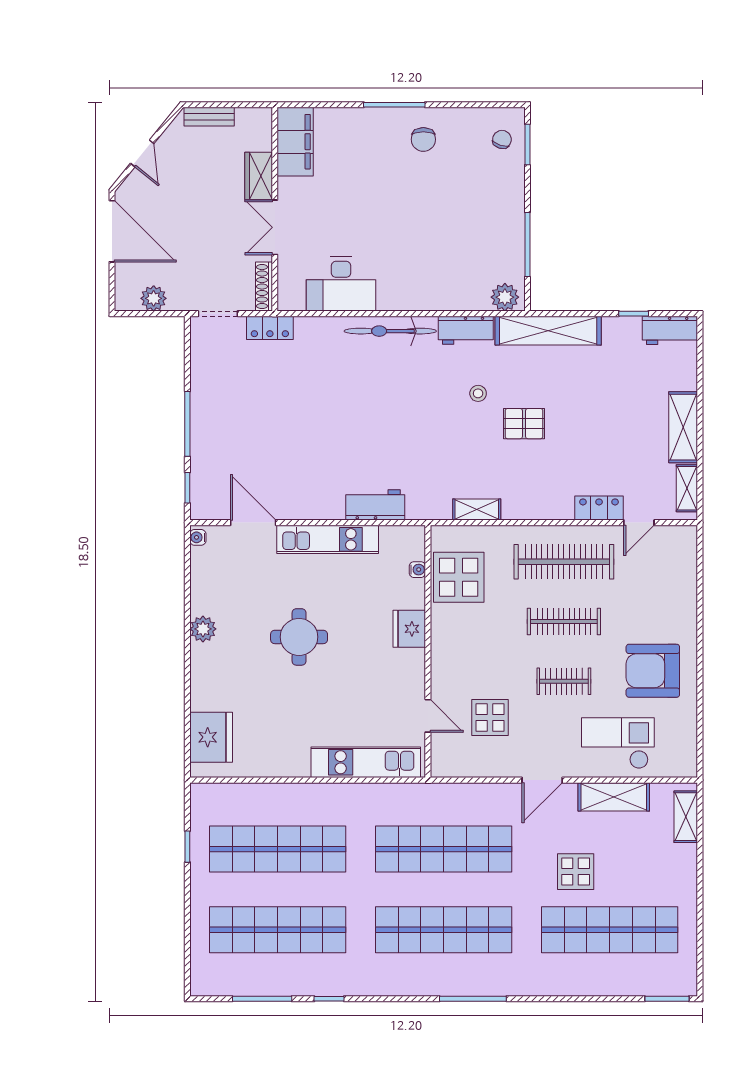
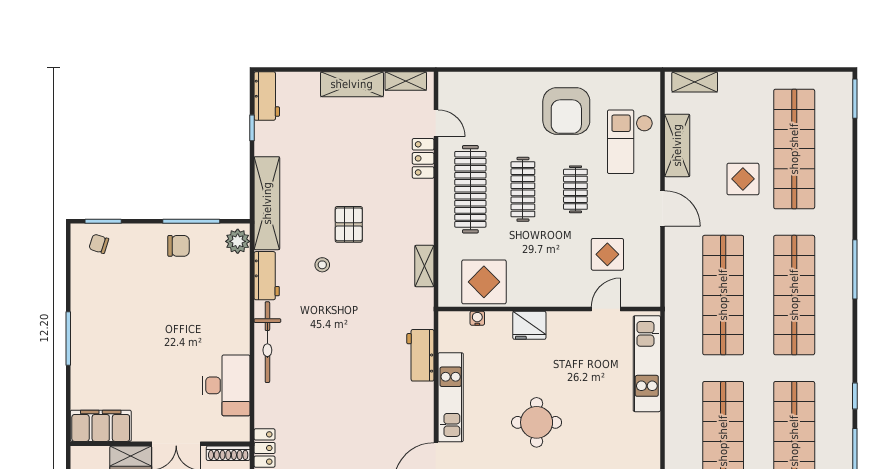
chair: (423, 139) -> (178, 246), moved

